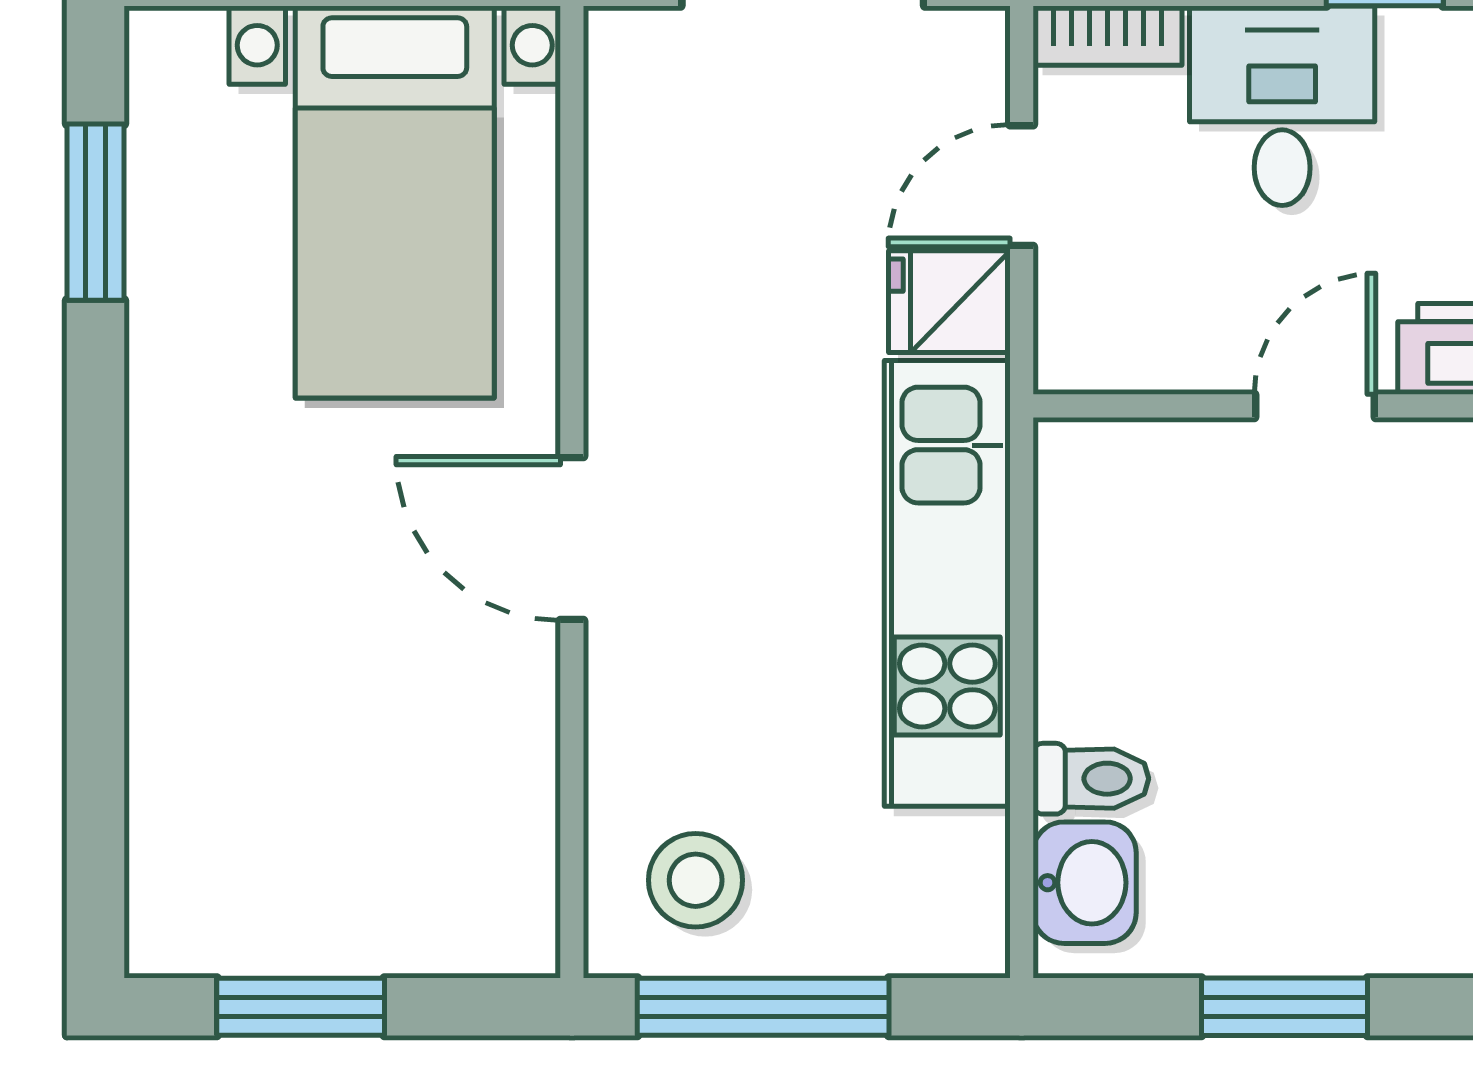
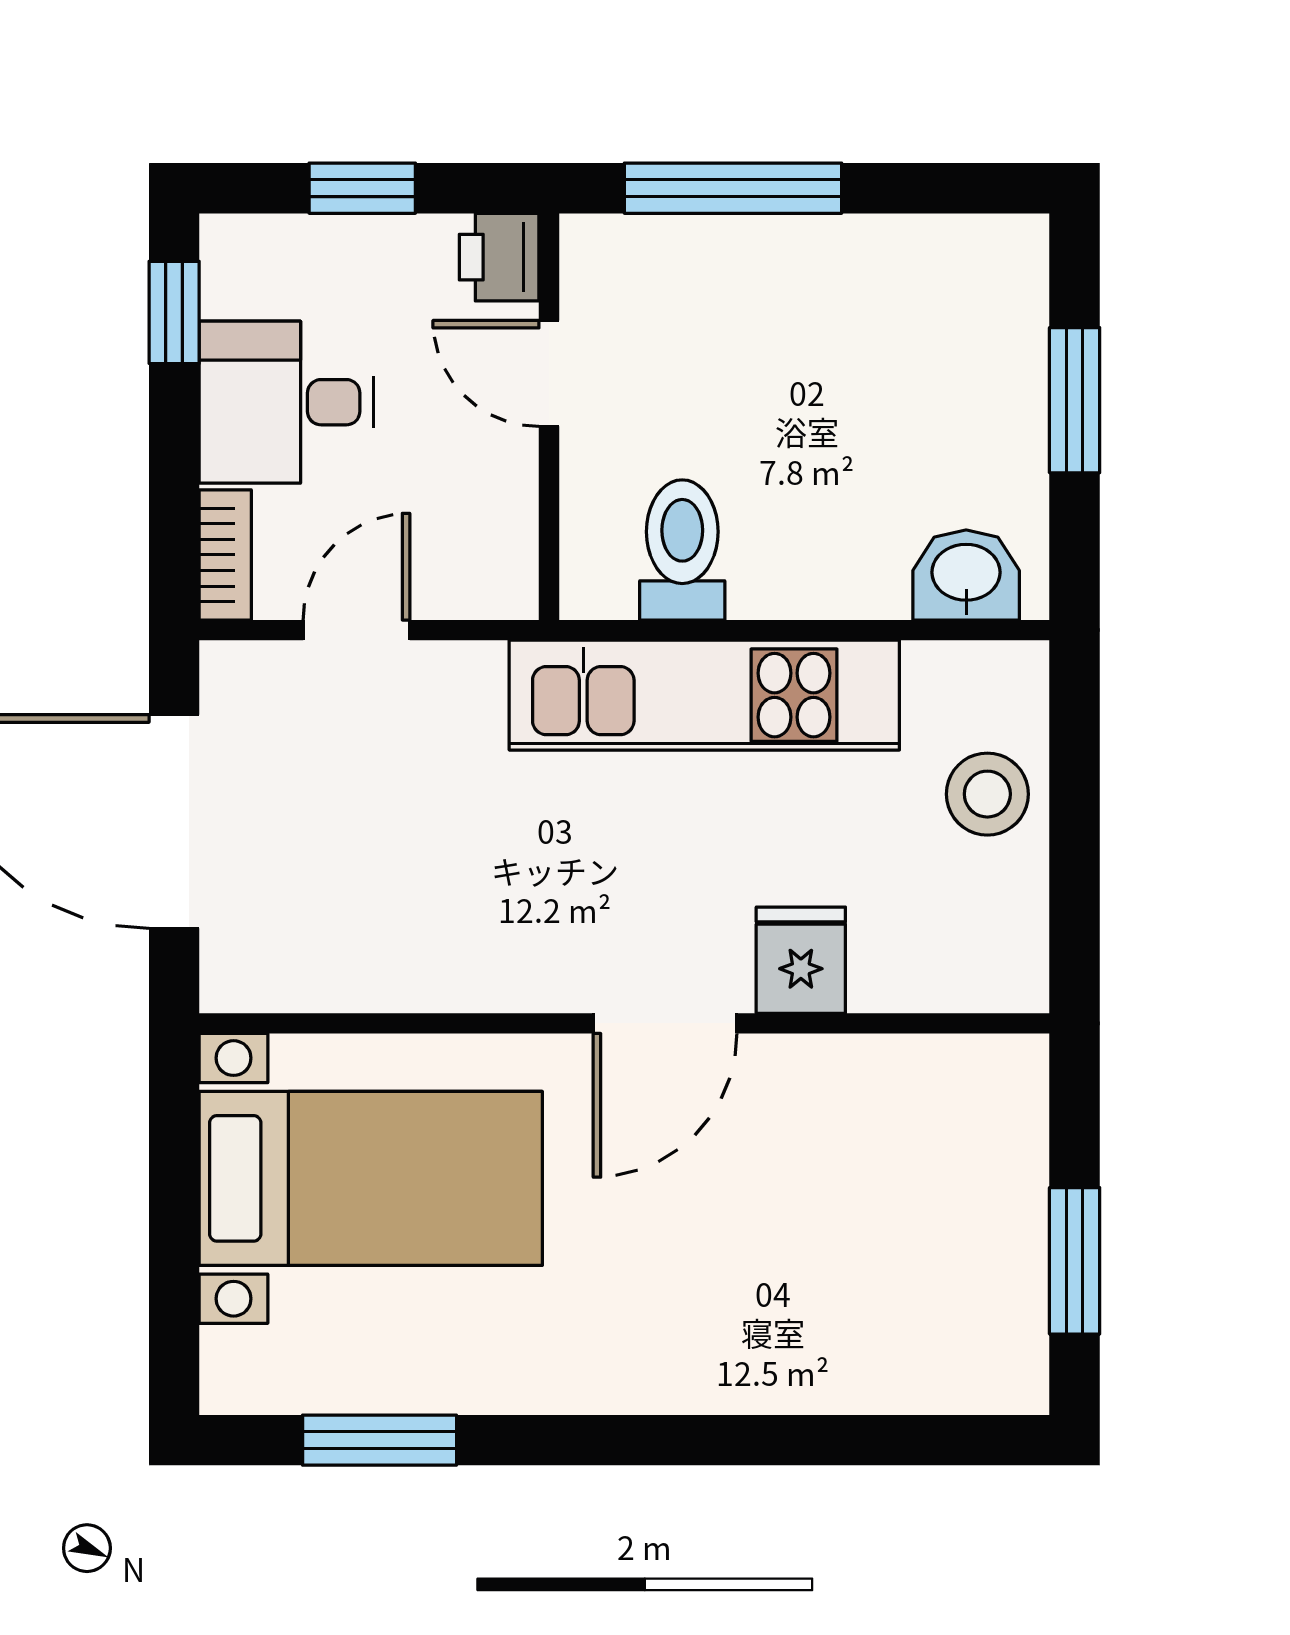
door: (1022, 186) -> (356, 630), swing flipped
fridge: (949, 302) -> (801, 960), moved, turned 180
toilet: (1091, 779) -> (682, 550), moved, width x1.37, depth x1.39
stool: (696, 880) -> (987, 794), moved
window: (763, 1007) -> (1075, 856), removed

